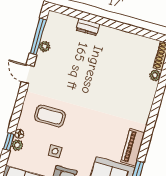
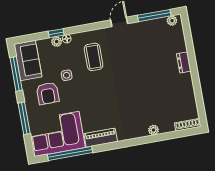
dresser: (88, 27) -> (184, 62), moved
plant: (45, 46) -> (172, 21), moved
plant: (155, 75) -> (154, 130), moved

